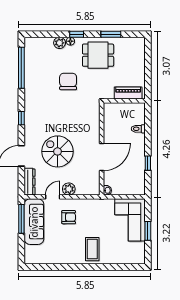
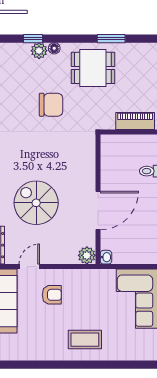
window: (77, 34) -> (33, 39), moved
chair: (68, 81) -> (51, 105), turned 90
plant: (69, 189) -> (87, 255), moved
coffee table: (92, 249) -> (85, 340), turned 90

